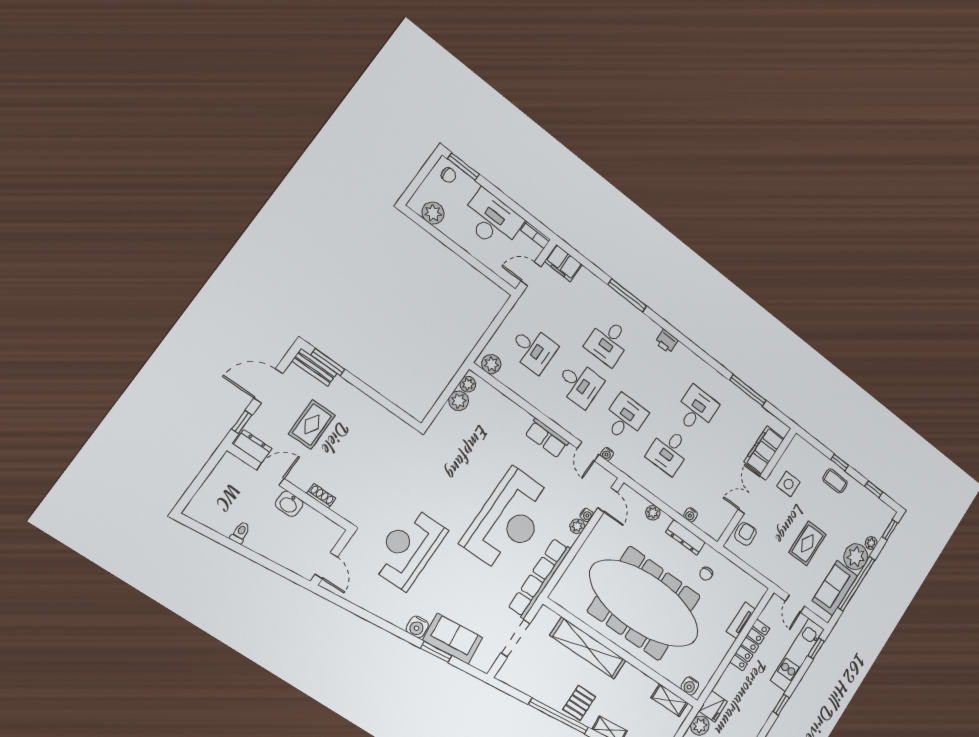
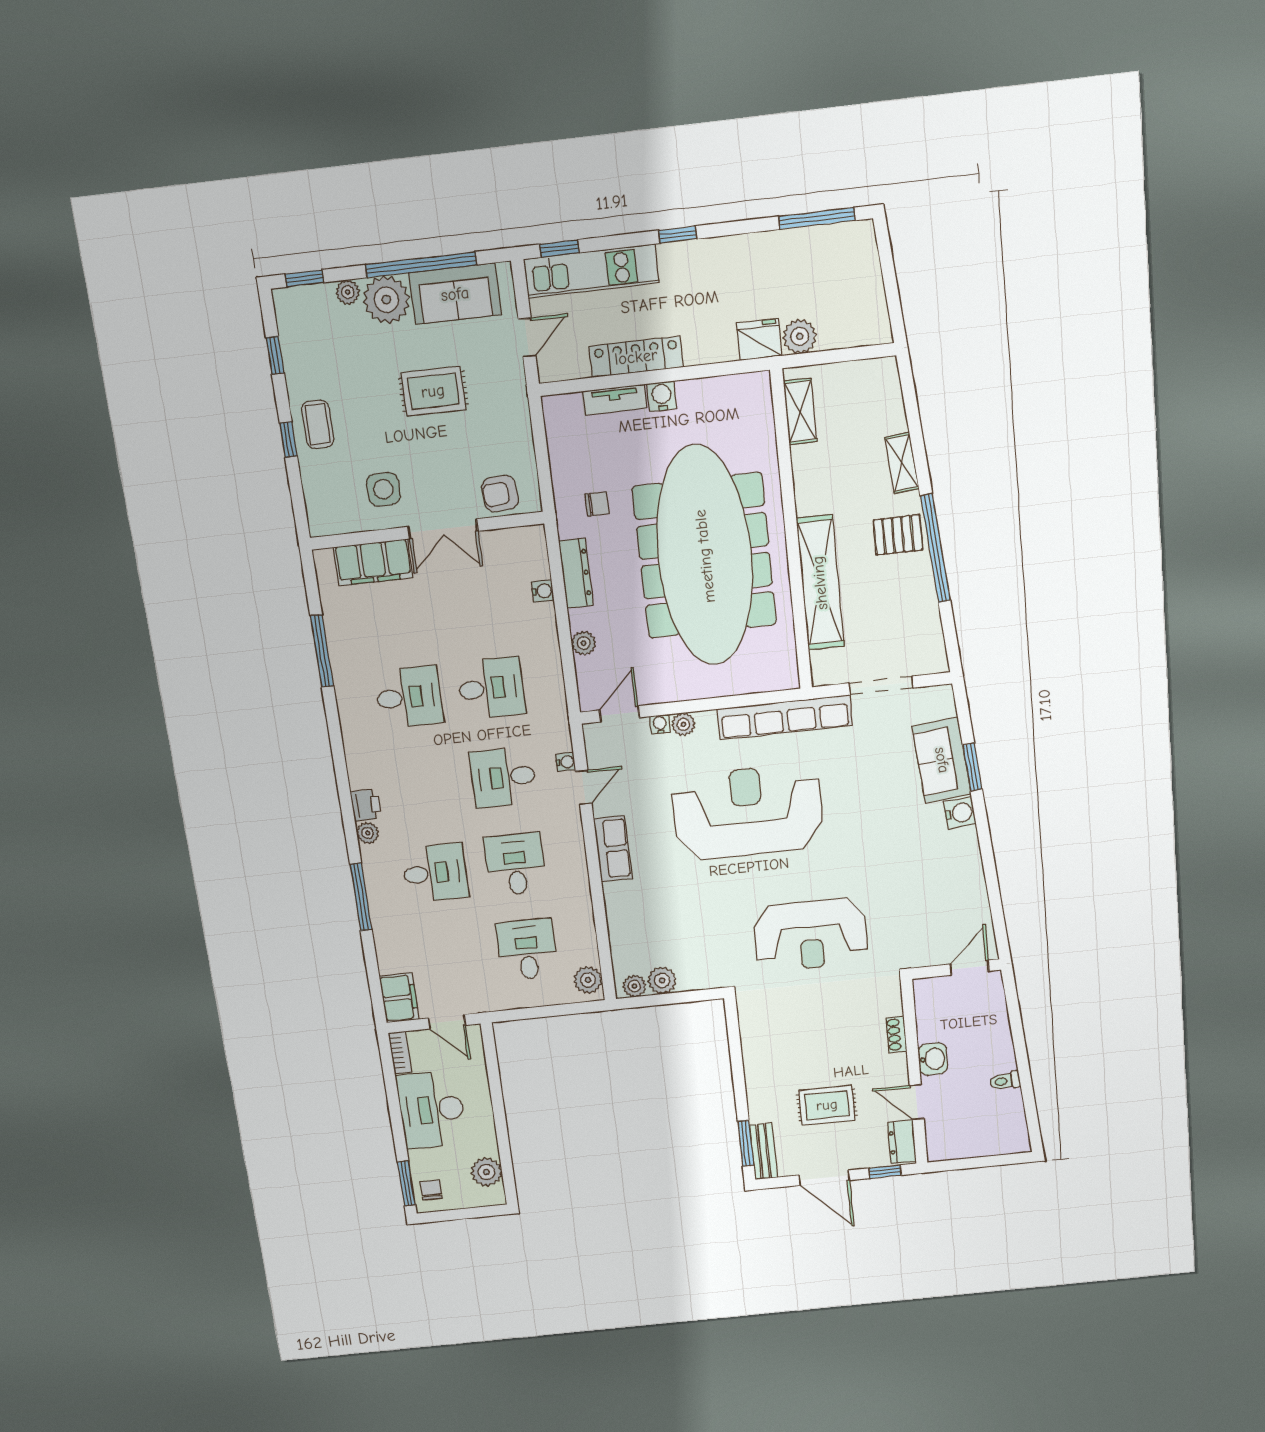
plant: (653, 329) -> (368, 833), added
desk: (696, 410) -> (409, 697), turned 180
reception desk: (408, 548) -> (811, 935), moved
water cooler: (690, 686) -> (662, 396), moved, turned -90

